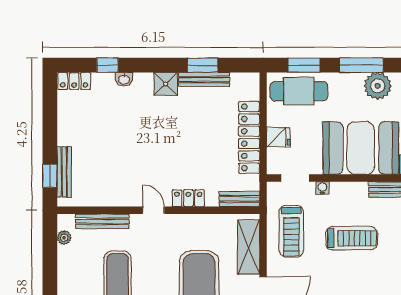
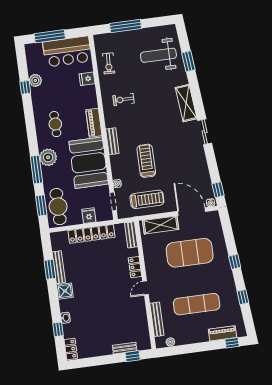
bench: (64, 172) -> (125, 348), width x0.73

